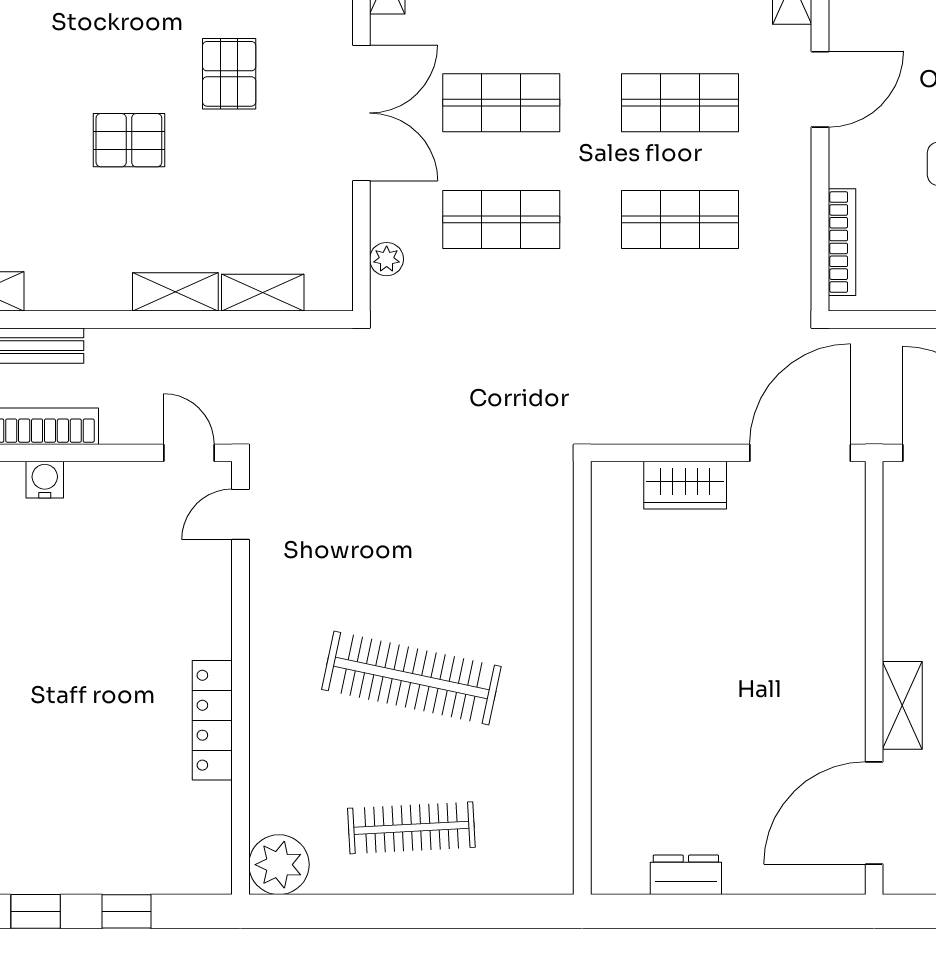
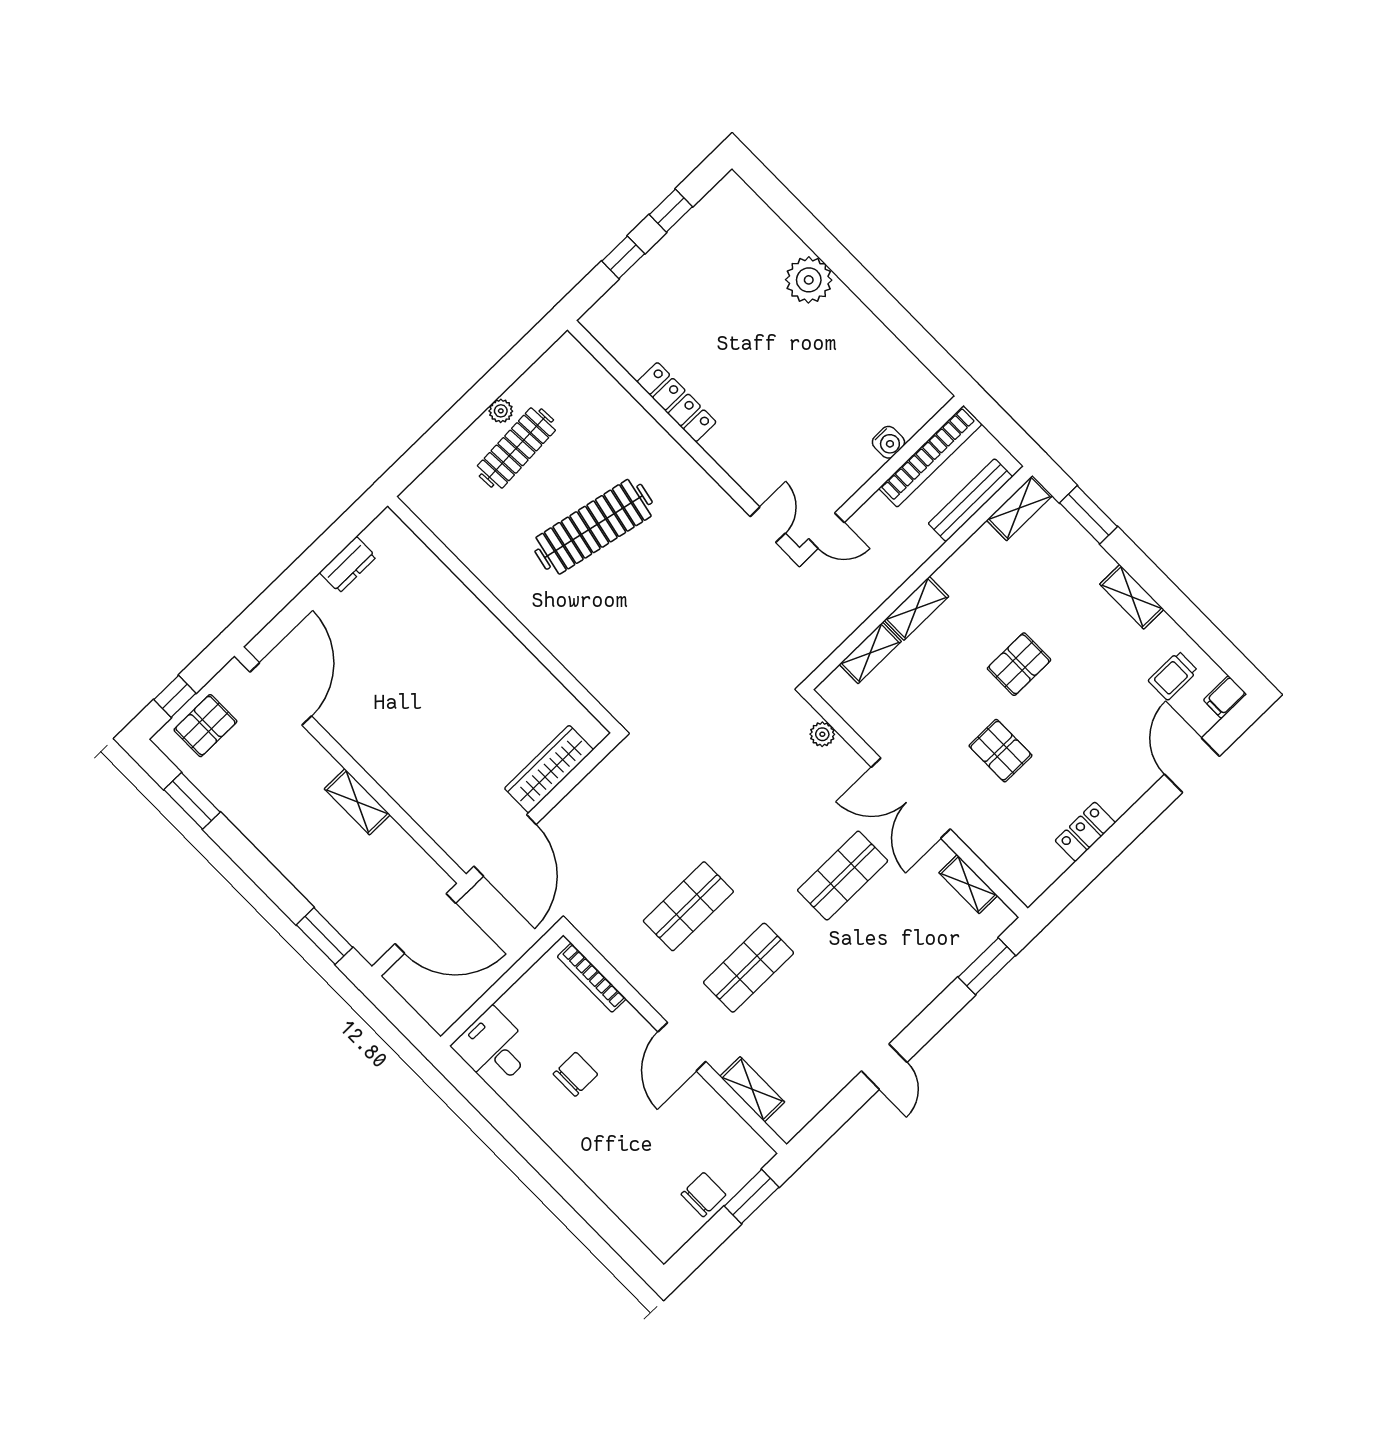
shop shelf: (501, 219) -> (782, 814), removed
wardrobe: (685, 485) -> (549, 769), width x1.50
shelving: (902, 705) -> (357, 802), moved
plant: (279, 865) -> (501, 411), moved, width x0.53, depth x0.53

